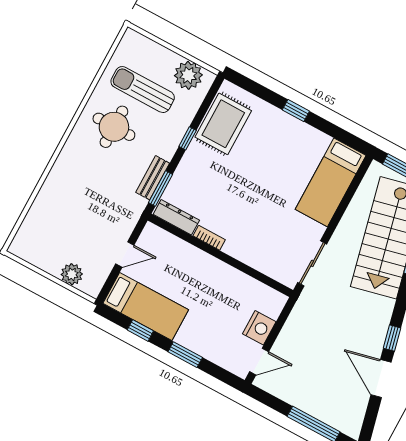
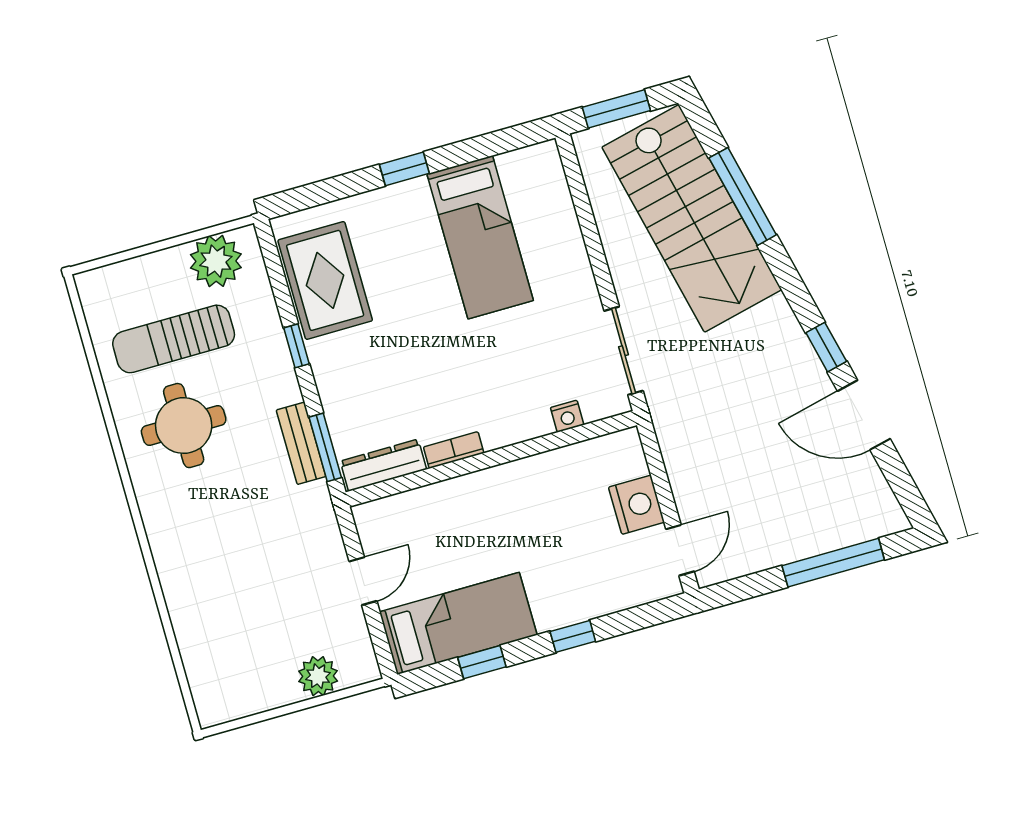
bed: (331, 182) -> (480, 237), moved
nightstand: (266, 267) -> (567, 416), added
window: (185, 355) -> (573, 636), width x0.67

